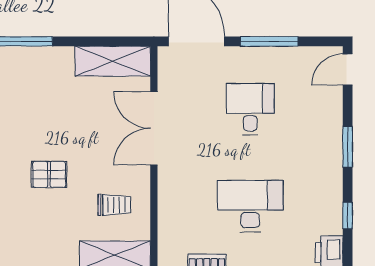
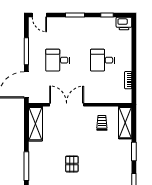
double door: (154, 128) -> (67, 105), swing flipped
pallet: (49, 174) -> (72, 164), moved
desk: (250, 206) -> (102, 60), width x0.73

